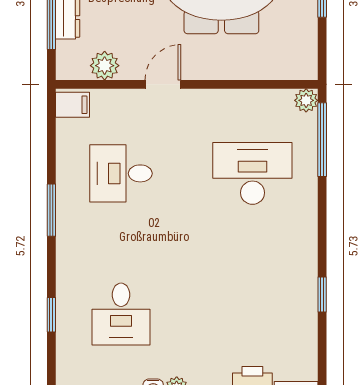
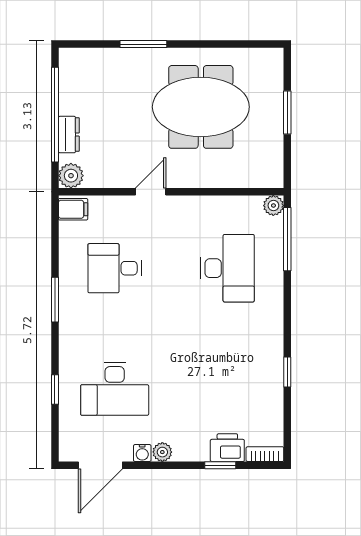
plant: (105, 66) -> (71, 176), moved
desk: (252, 173) -> (227, 268), turned 90
desk: (121, 314) -> (115, 389), width x1.37

